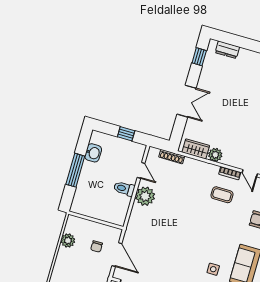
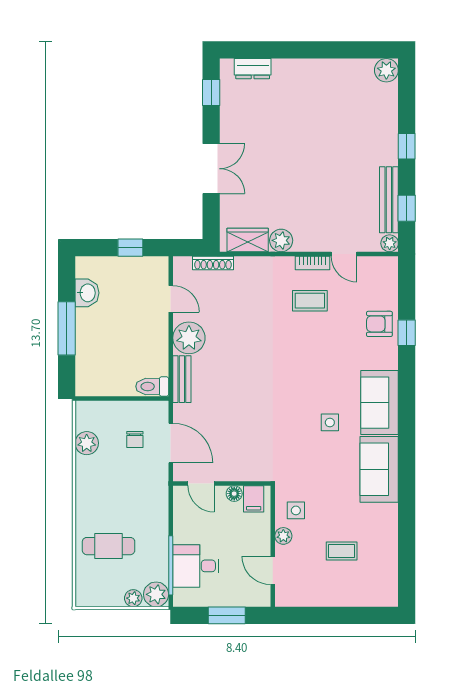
toilet: (124, 189) -> (152, 386), moved
bench: (134, 219) -> (182, 379), added

